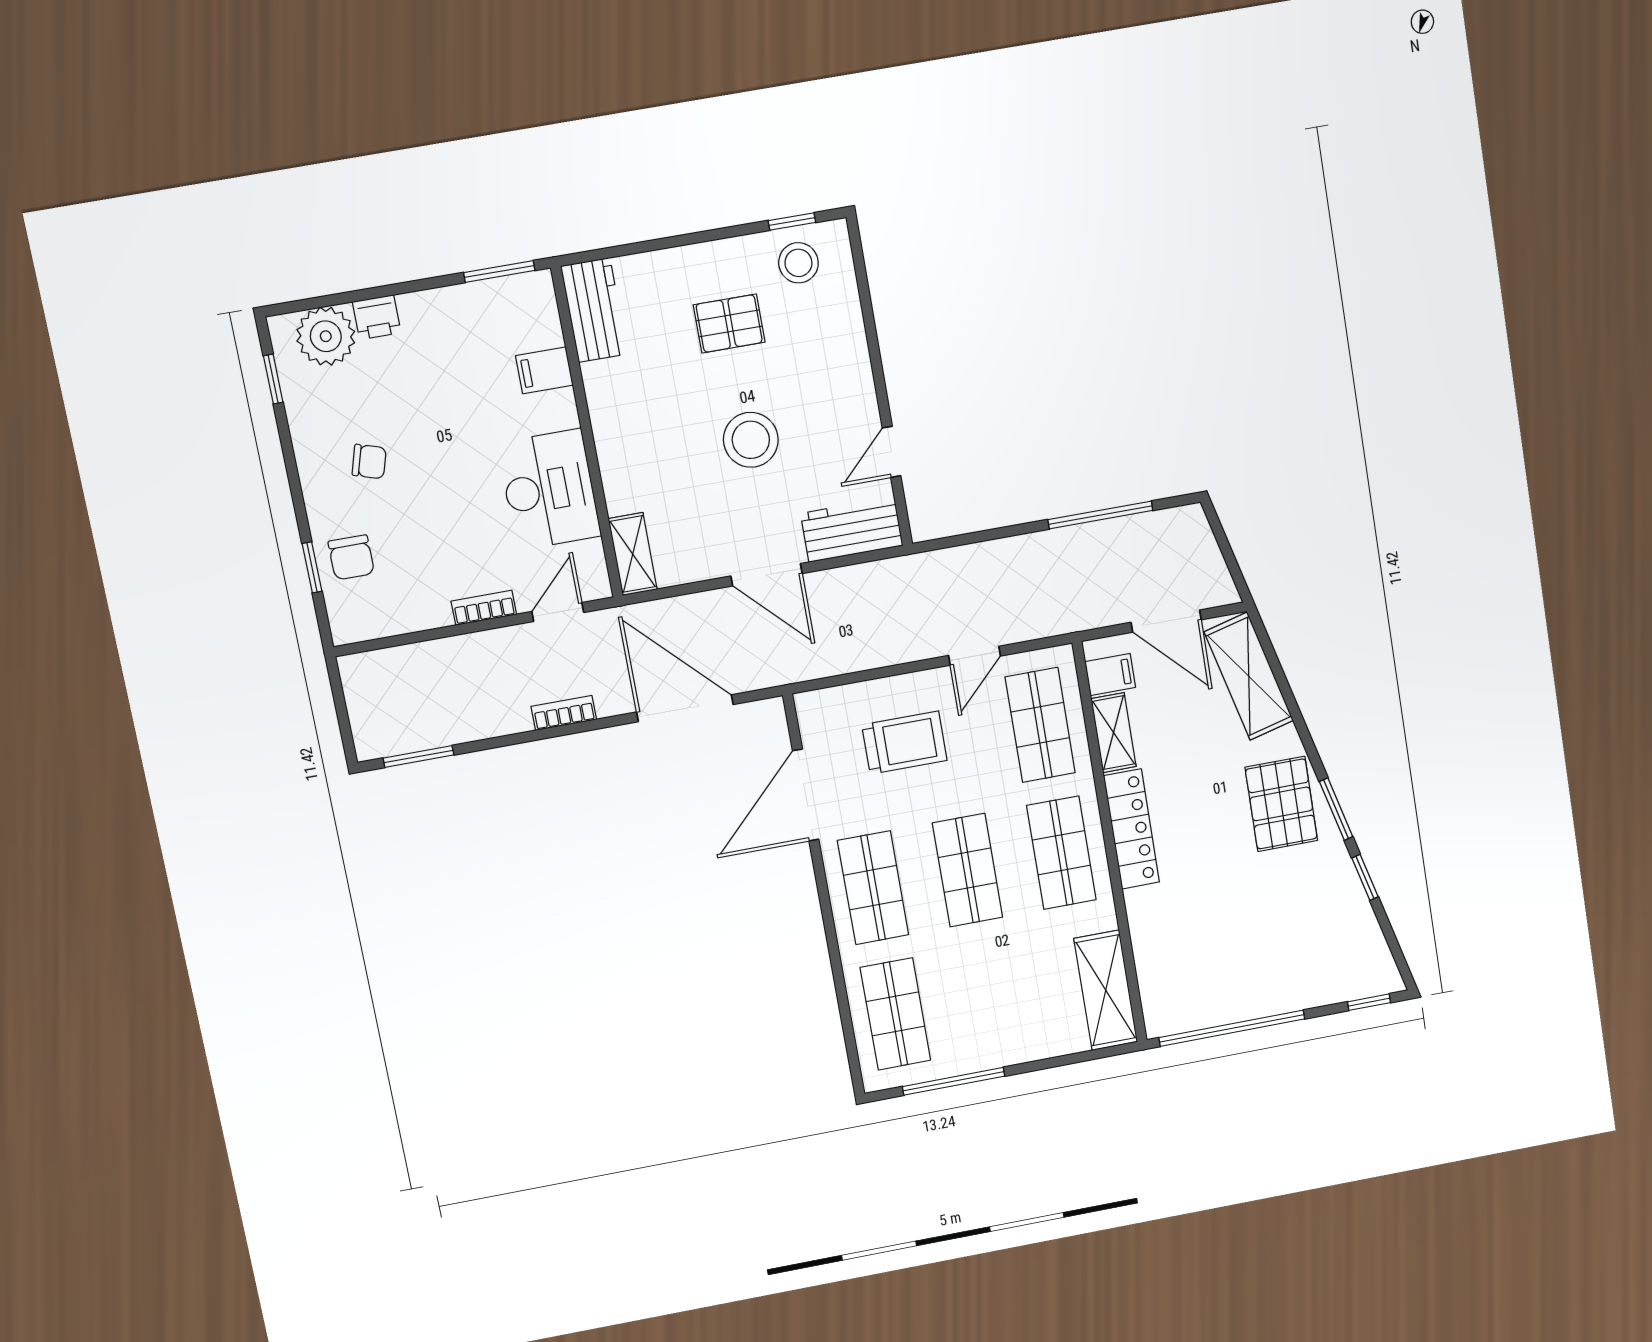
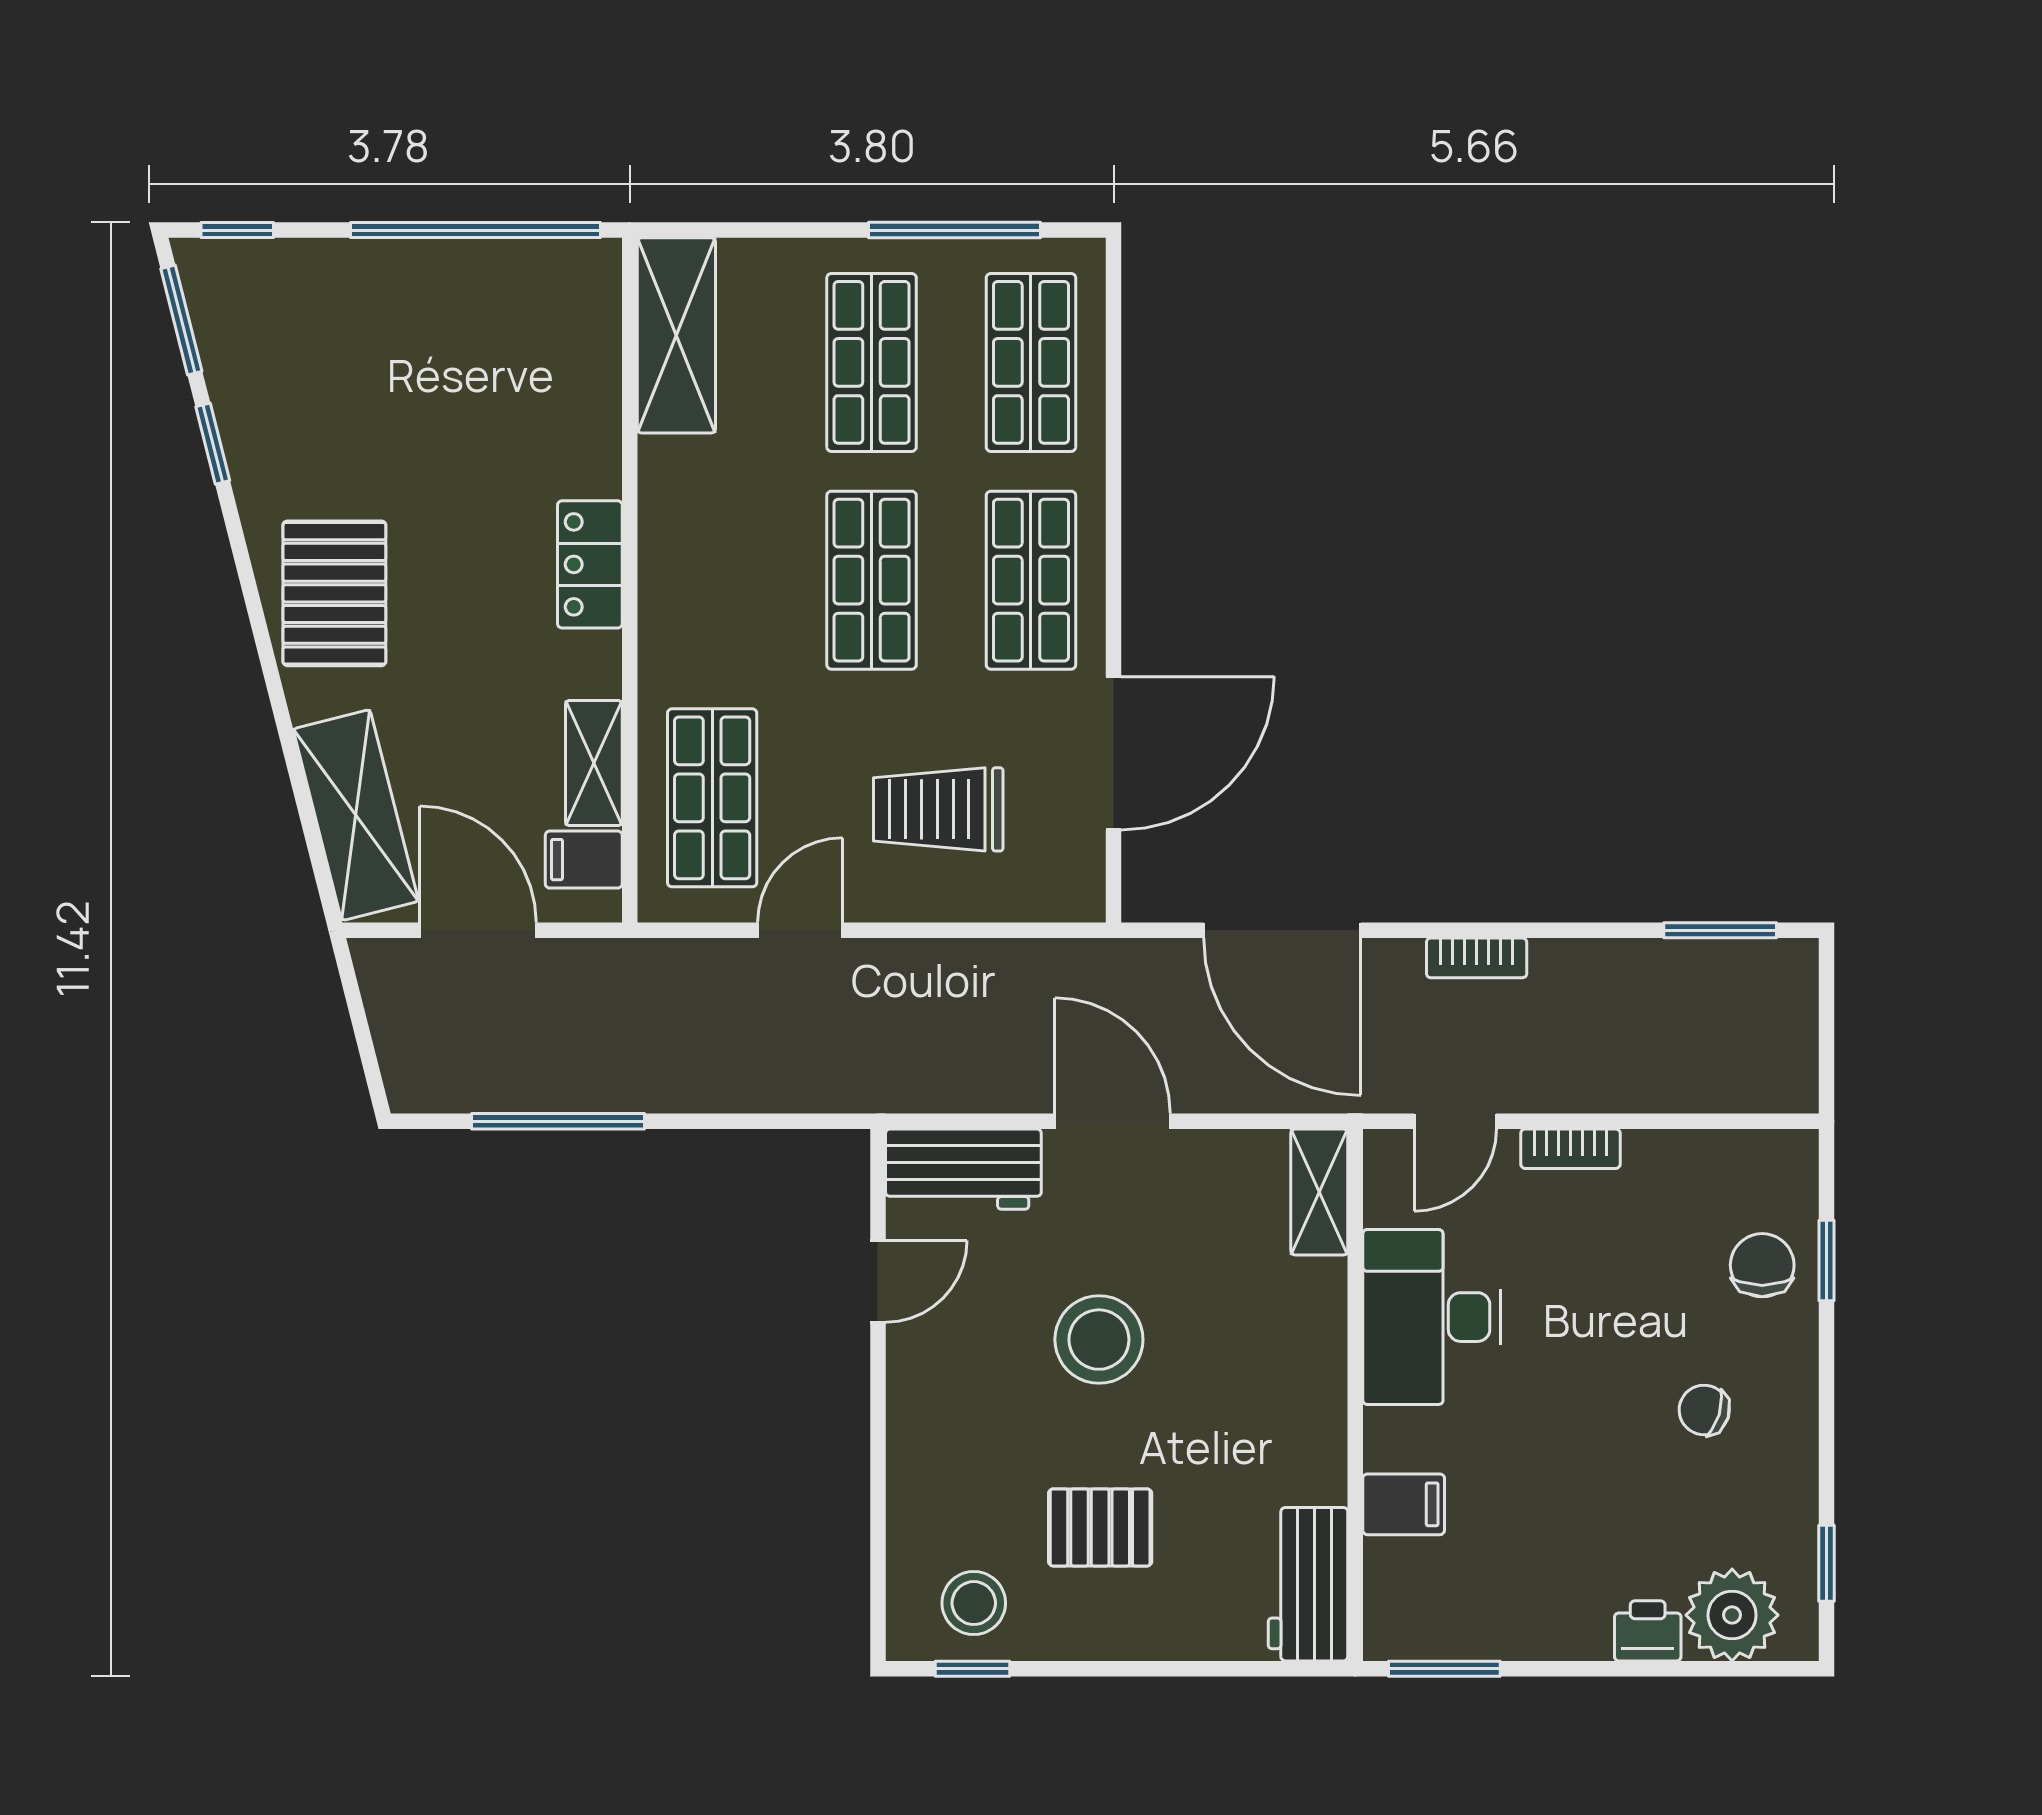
window: (1336, 809) -> (181, 320), moved
locker: (1132, 829) -> (590, 564), width x0.66
shop shelf: (1061, 853) -> (872, 362), moved

